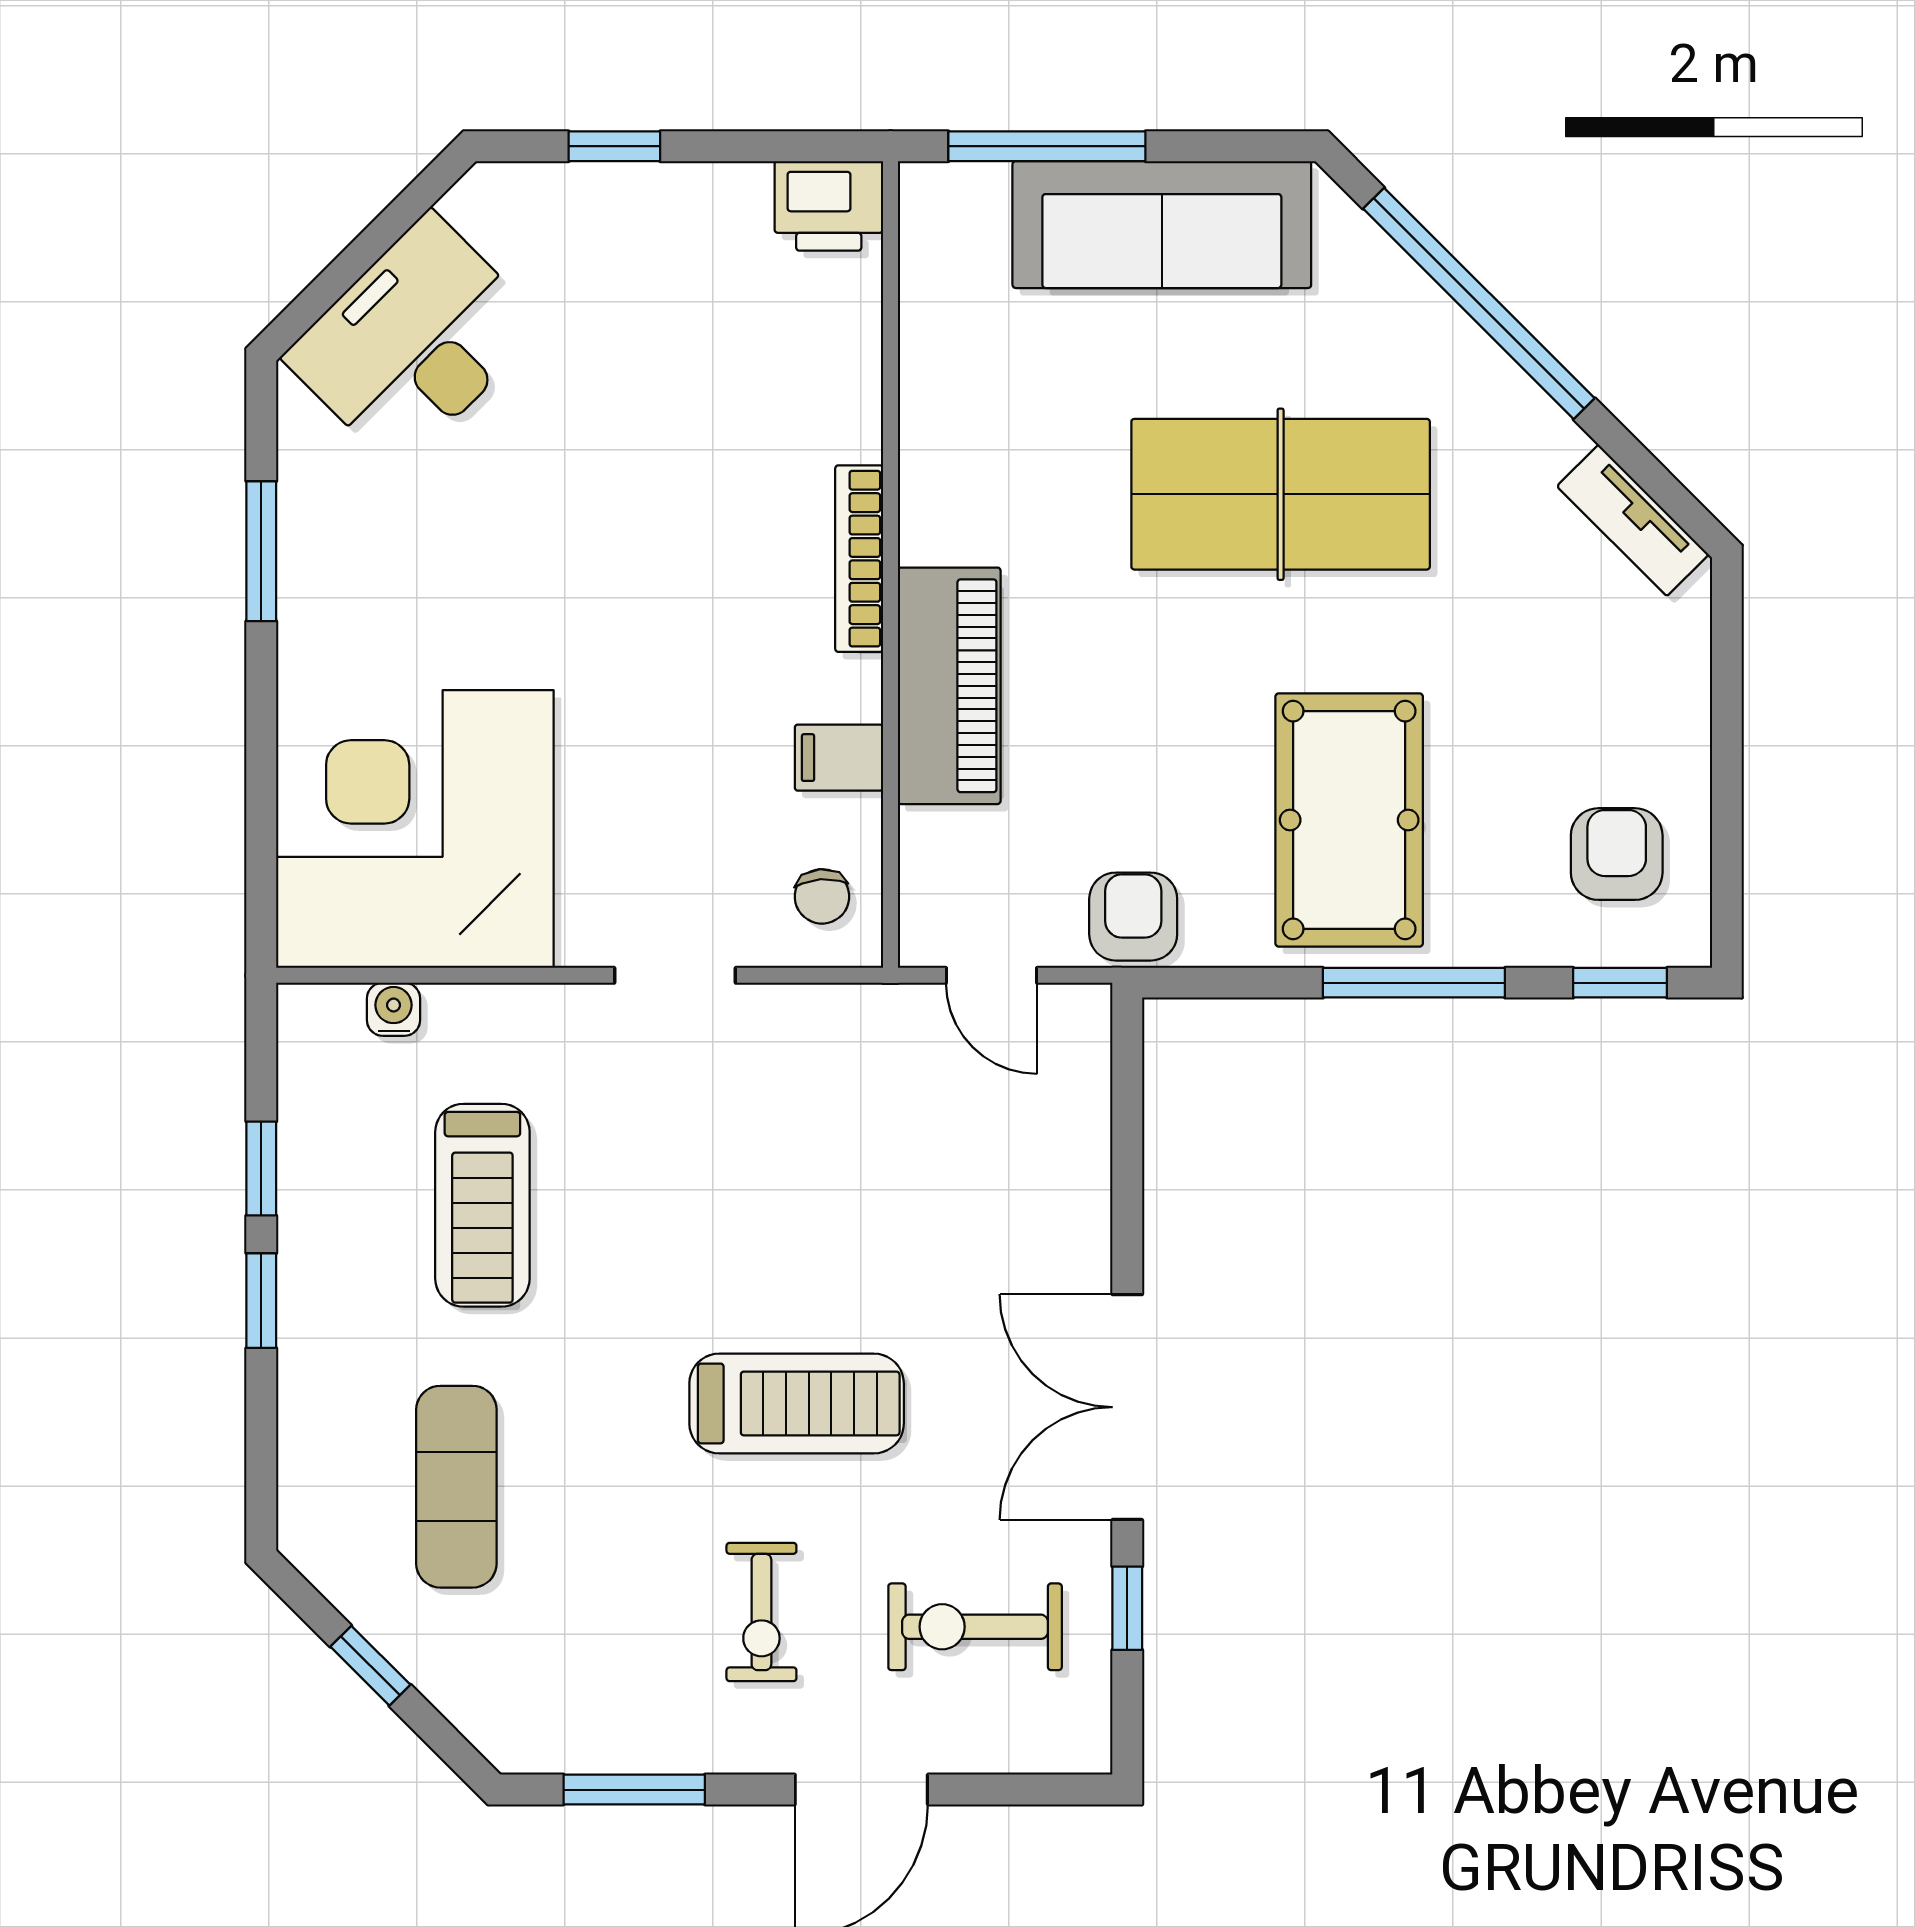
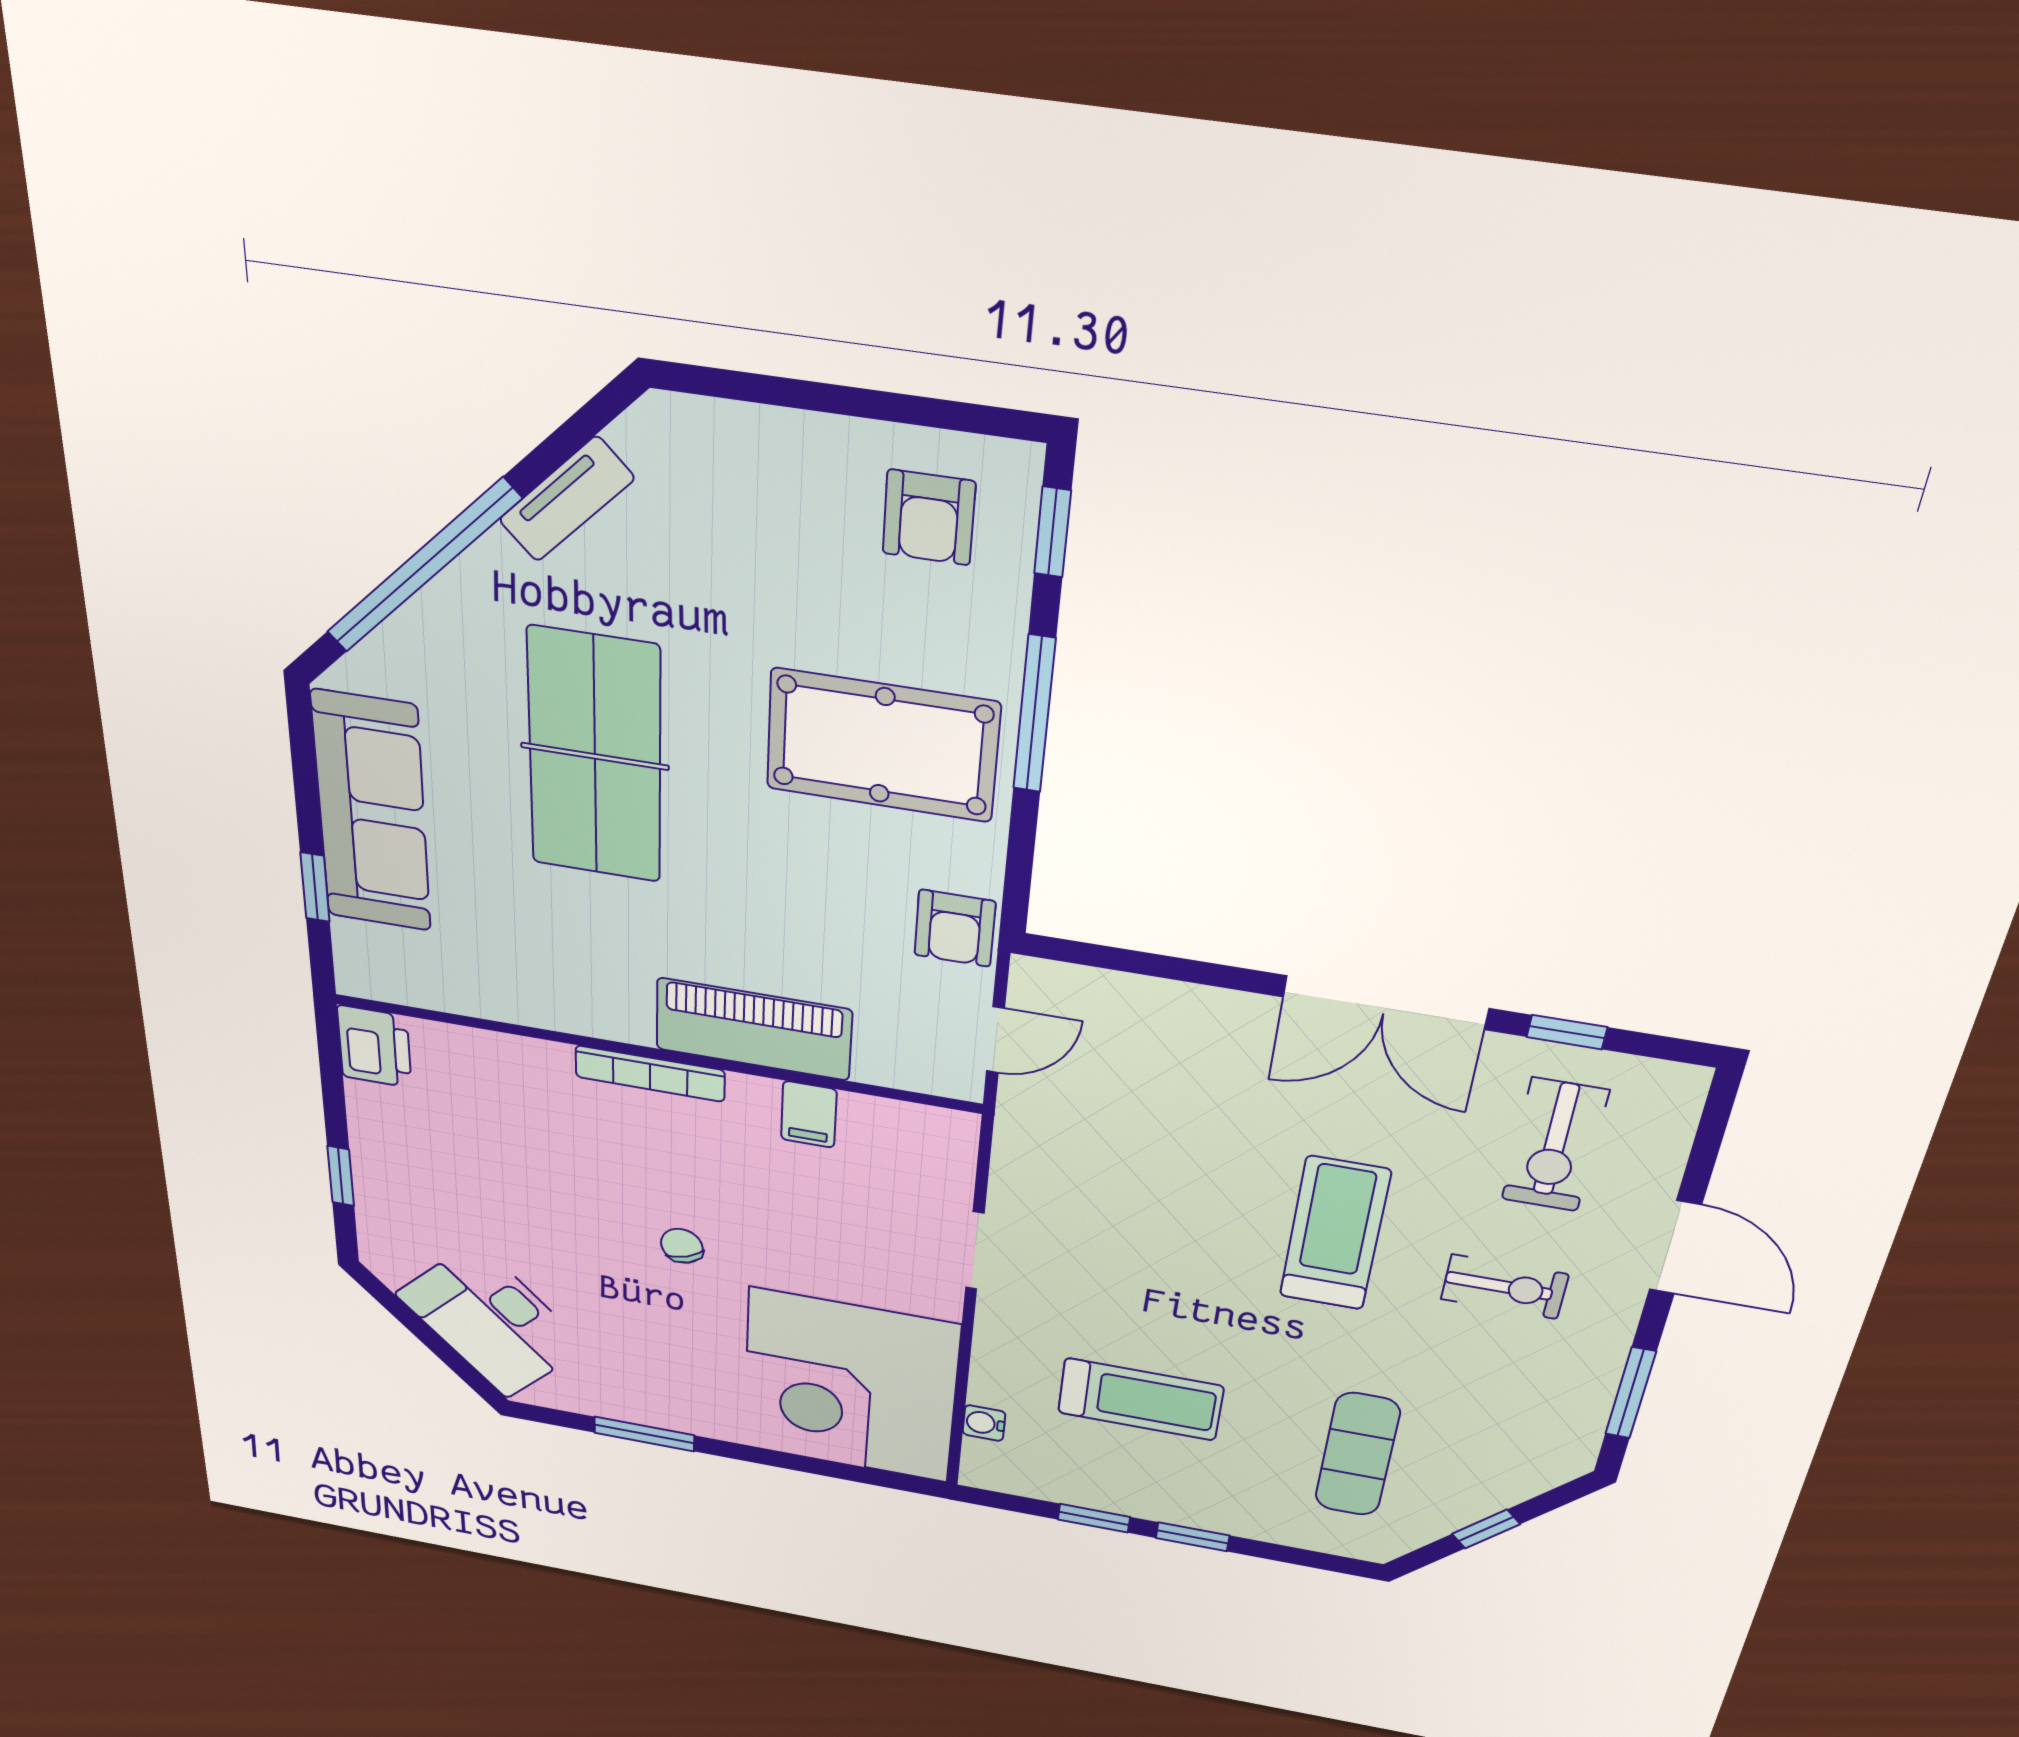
window: (1047, 146) -> (315, 887), width x0.46
tv unit: (1633, 520) -> (566, 499), moved
armchair: (1617, 854) -> (929, 517), turned -90
chair: (822, 896) -> (682, 1246), moved, turned -107
armchair: (1133, 917) -> (955, 928), turned -90
exercise mat: (456, 1487) -> (1357, 1454), turned 90

